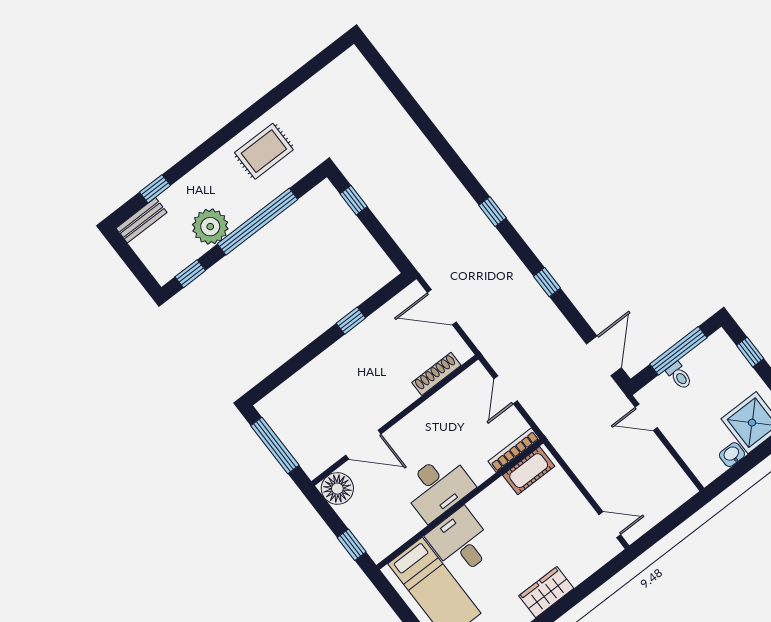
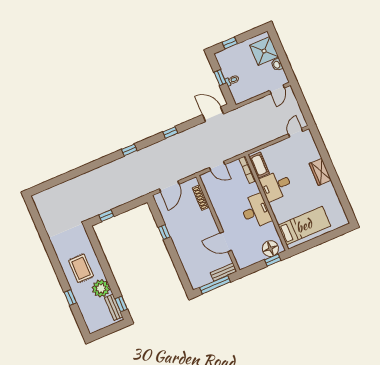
rug: (264, 151) -> (81, 268), moved
window: (155, 189) -> (70, 298), moved
bench: (141, 220) -> (114, 307), moved
window: (258, 222) -> (105, 265), removed
window: (678, 351) -> (220, 78), width x0.46
door: (646, 417) -> (277, 89), moved
door: (363, 445) -> (226, 242), swing flipped
bench: (304, 456) -> (224, 272), added
floor lamp: (337, 489) -> (270, 249), moved
desk: (461, 542) -> (276, 186), moved

